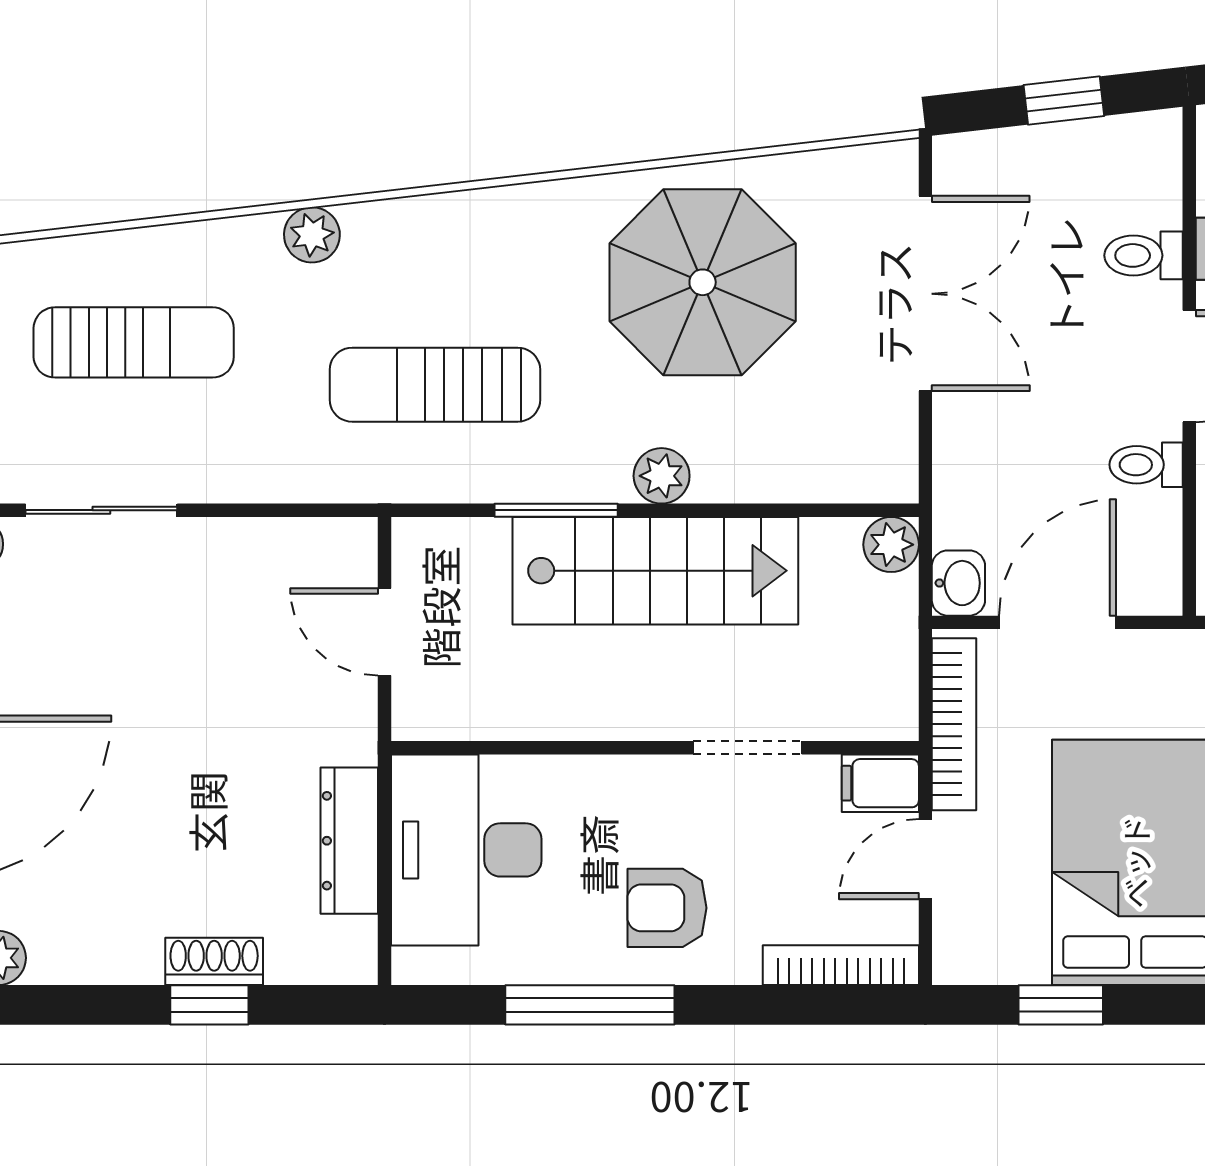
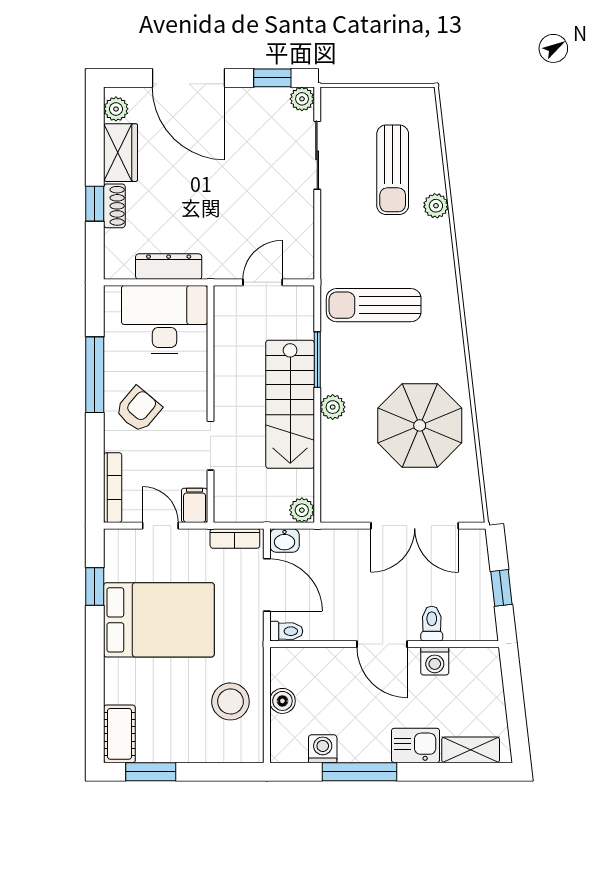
plant: (312, 235) -> (436, 206), moved
sun lounger: (435, 385) -> (374, 305), turned -90
toilet: (1146, 465) -> (286, 631), moved, turned 90
bookcase: (954, 724) -> (235, 538), width x0.64
armchair: (667, 908) -> (138, 409), turned 40
wardrobe: (96, 948) -> (121, 153), added

